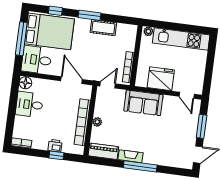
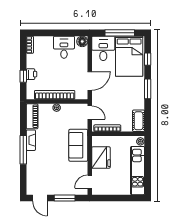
cot: (103, 28) -> (139, 121), moved

